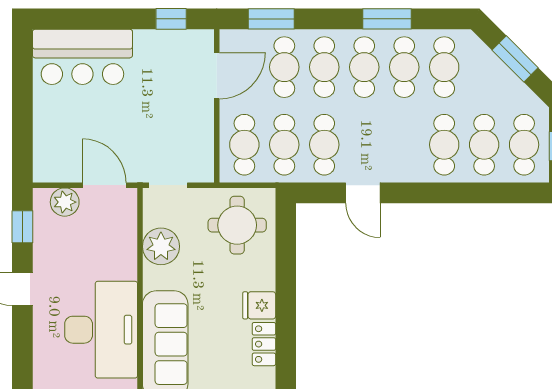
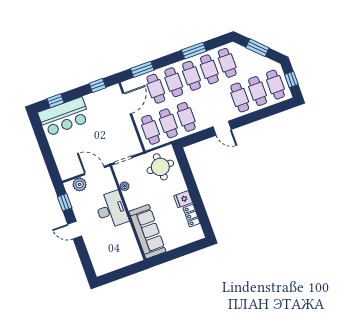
window: (77, 19) -> (55, 101), added
door: (363, 193) -> (222, 128), moved
plant: (161, 246) -> (125, 186), width x0.53, depth x0.53
desk: (101, 330) -> (111, 210), moved, width x0.73, depth x0.77

